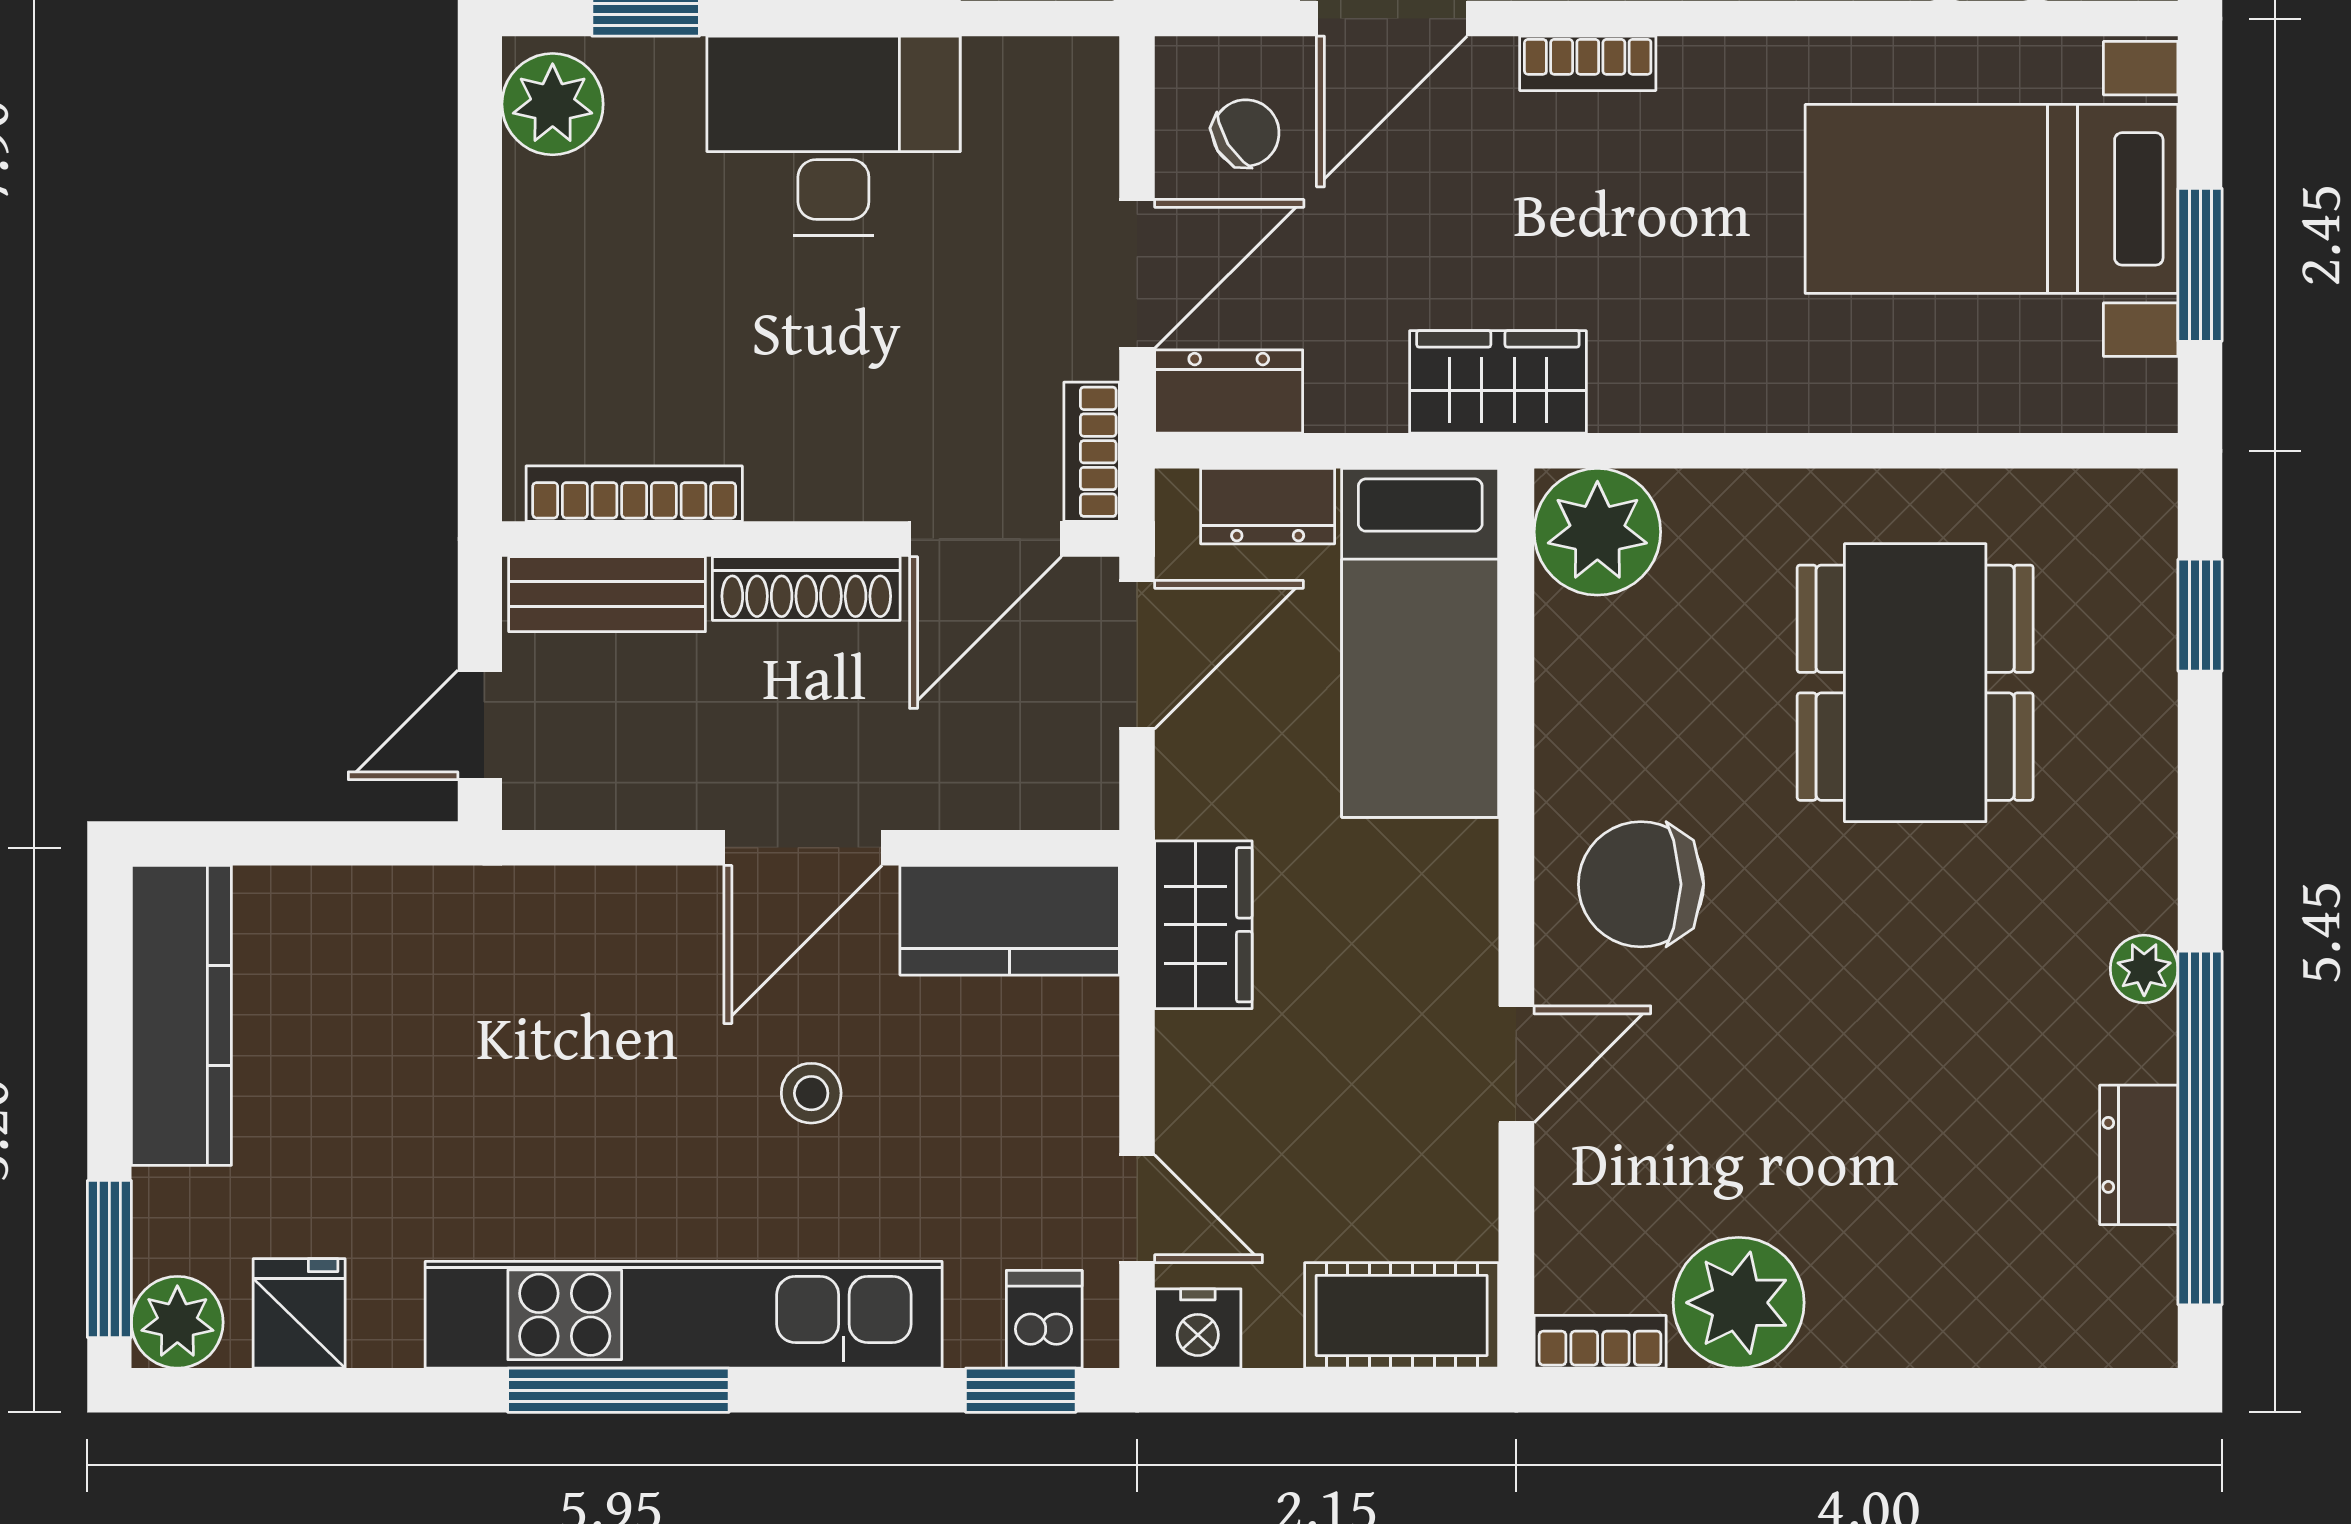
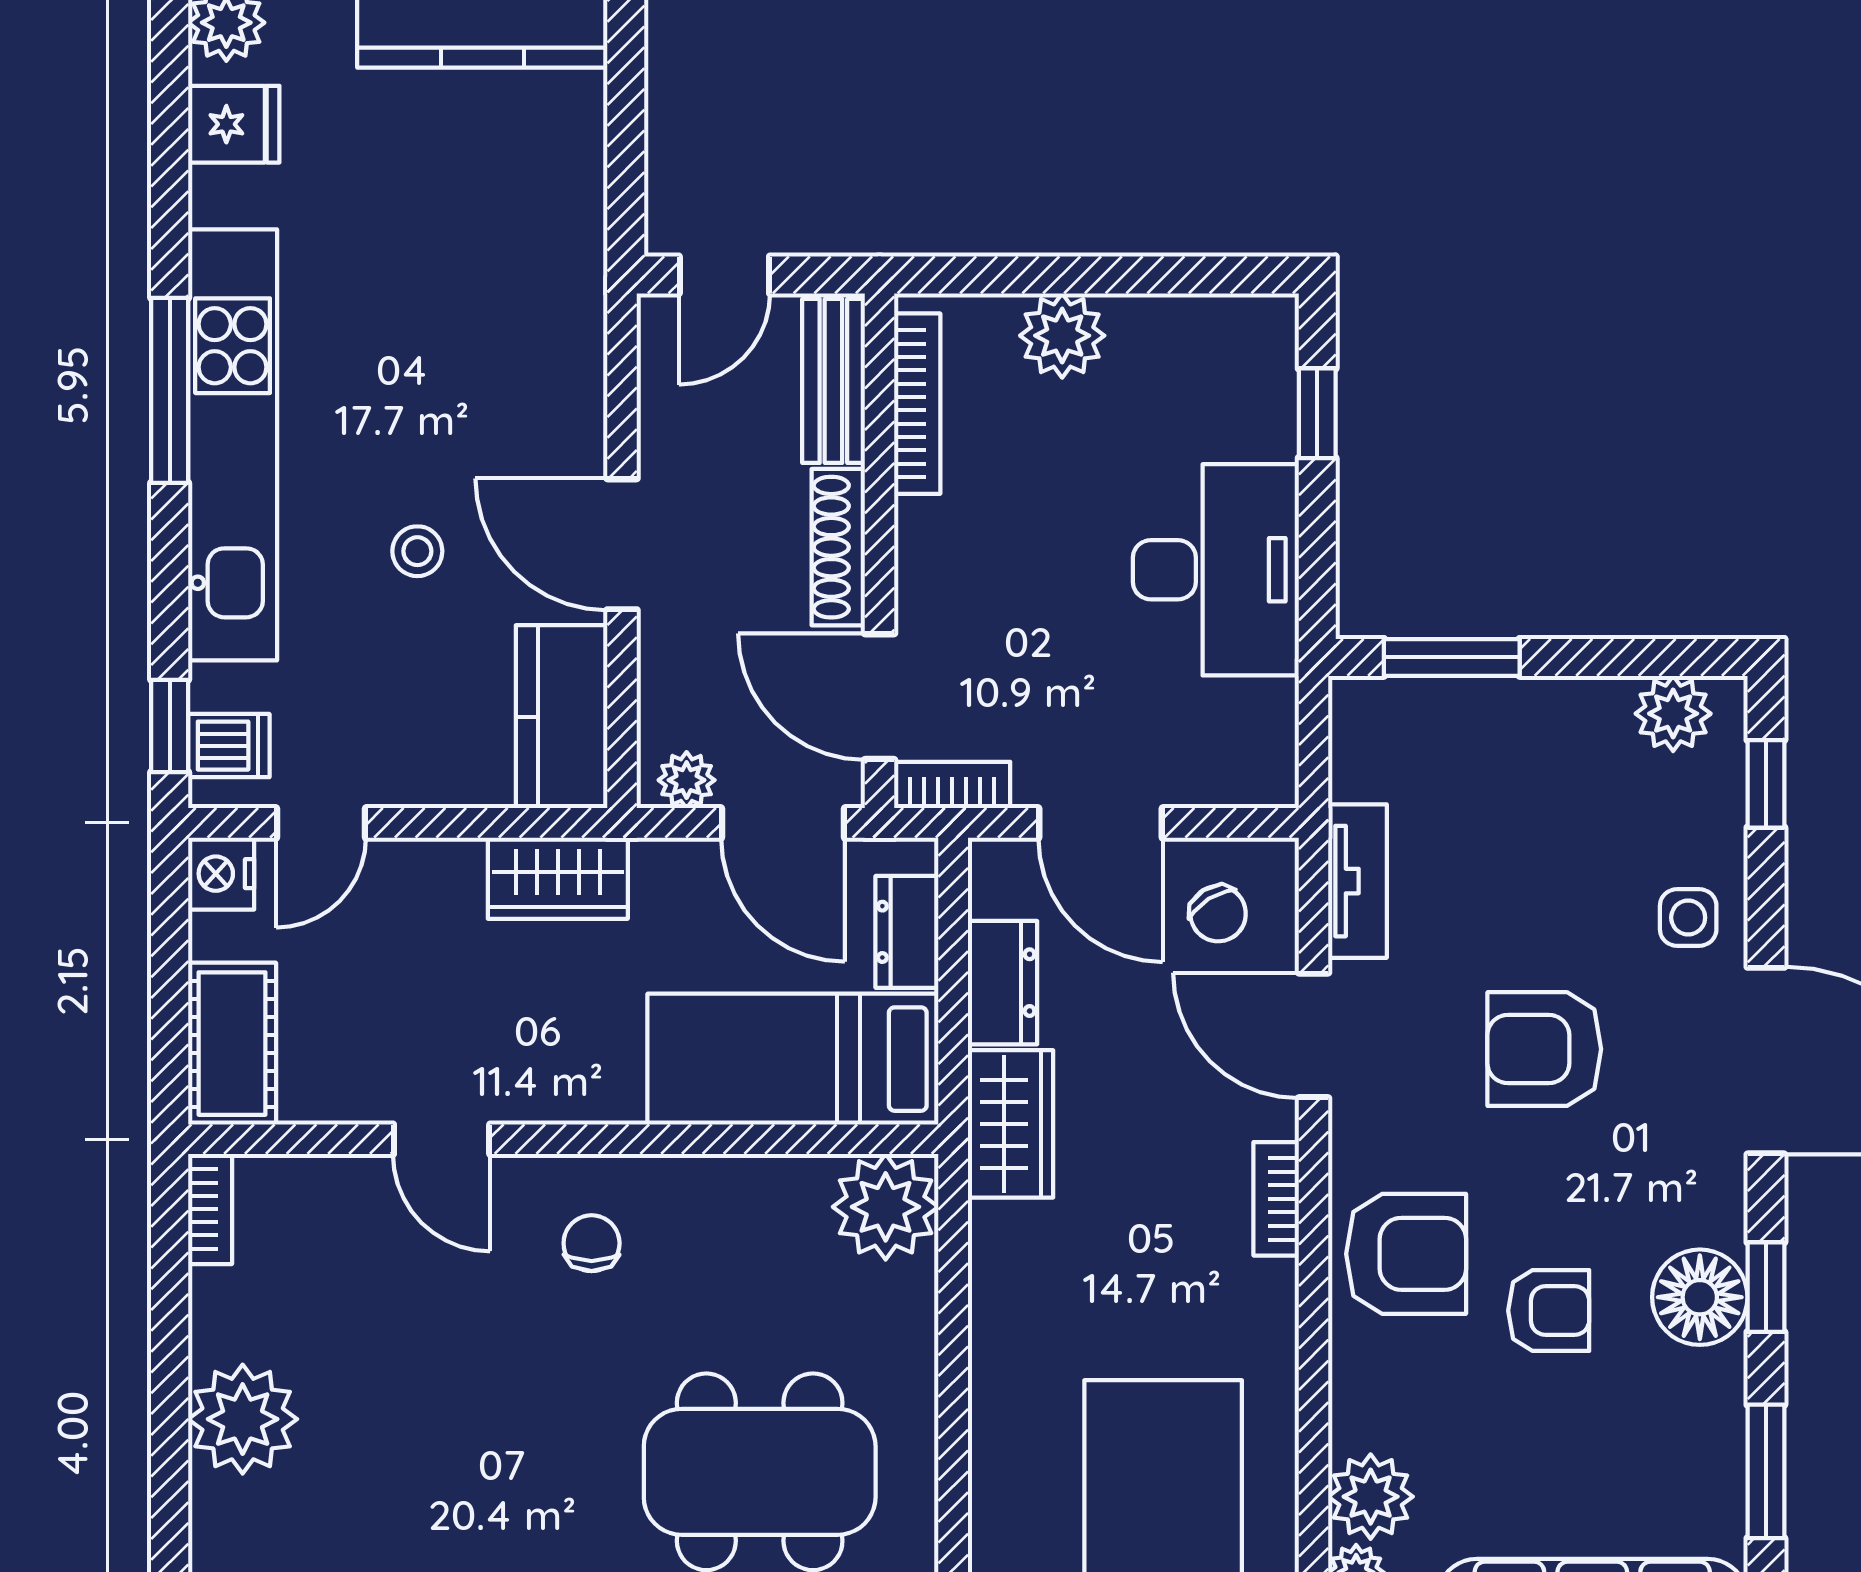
plant: (553, 104) -> (1062, 336), moved
dresser: (1229, 391) -> (1002, 983), moved
door: (480, 725) -> (724, 275), swing flipped
plant: (1086, 770) -> (687, 780), added
chair: (1641, 884) -> (592, 1243), width x0.54, depth x0.54
plant: (1739, 1303) -> (243, 1419), moved

